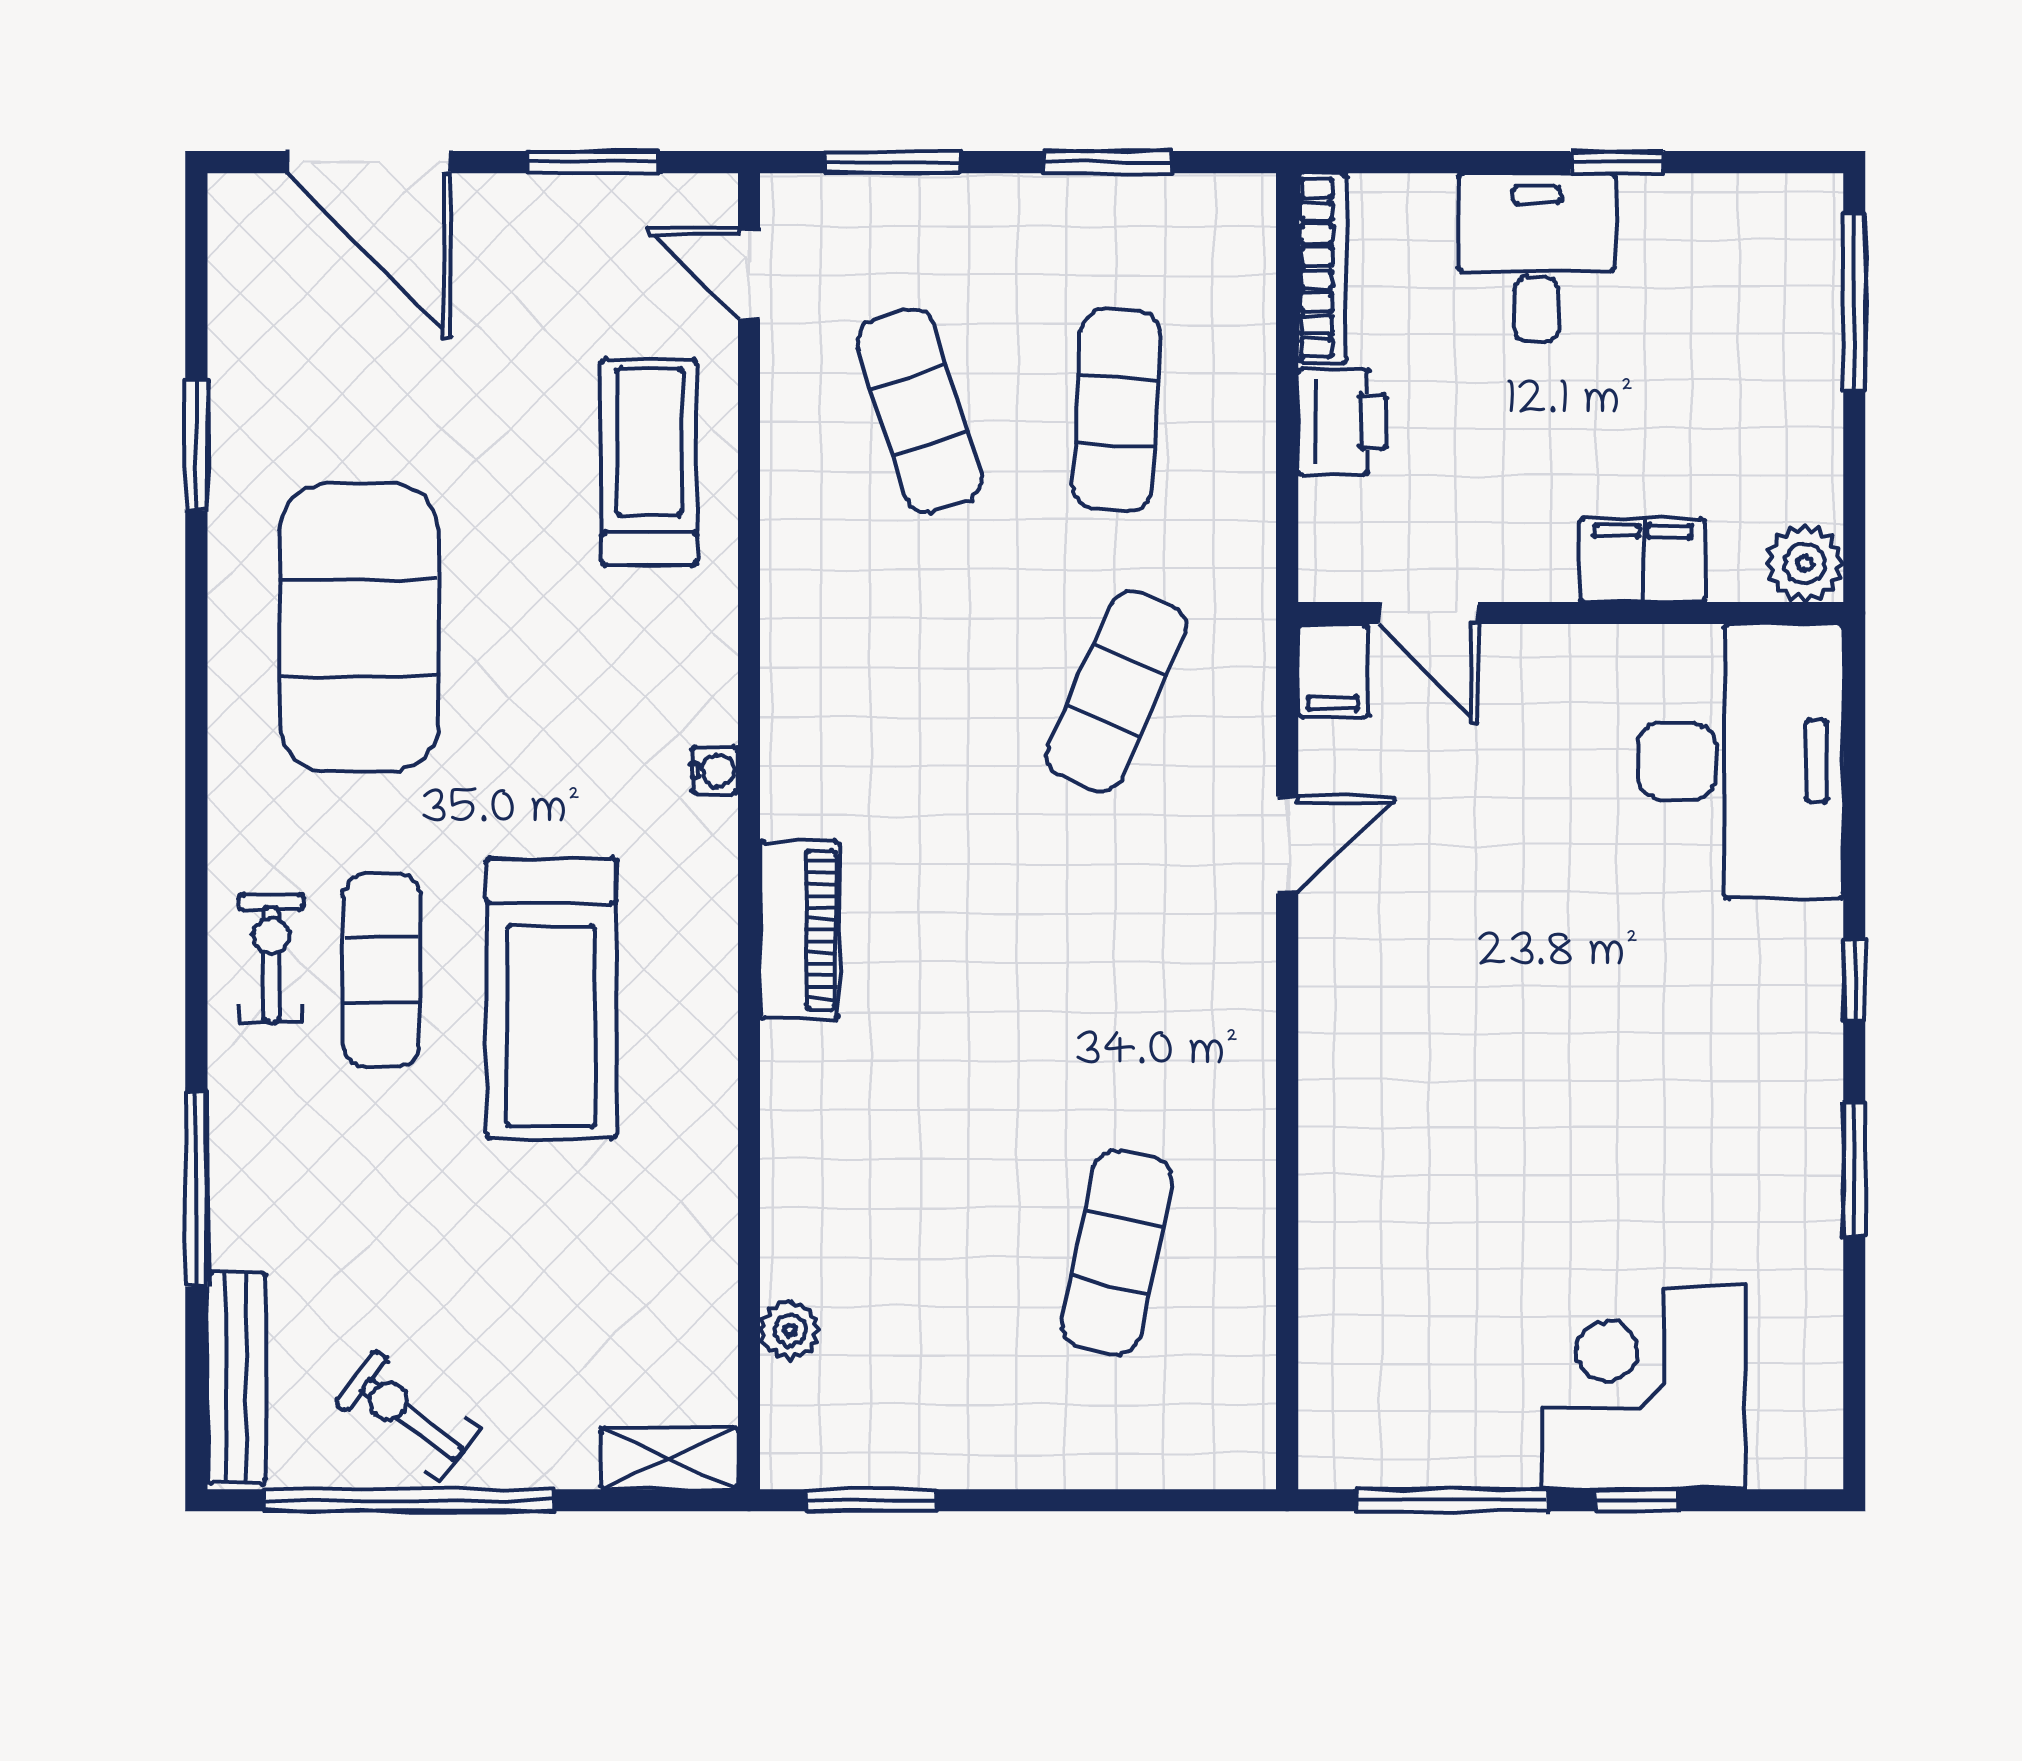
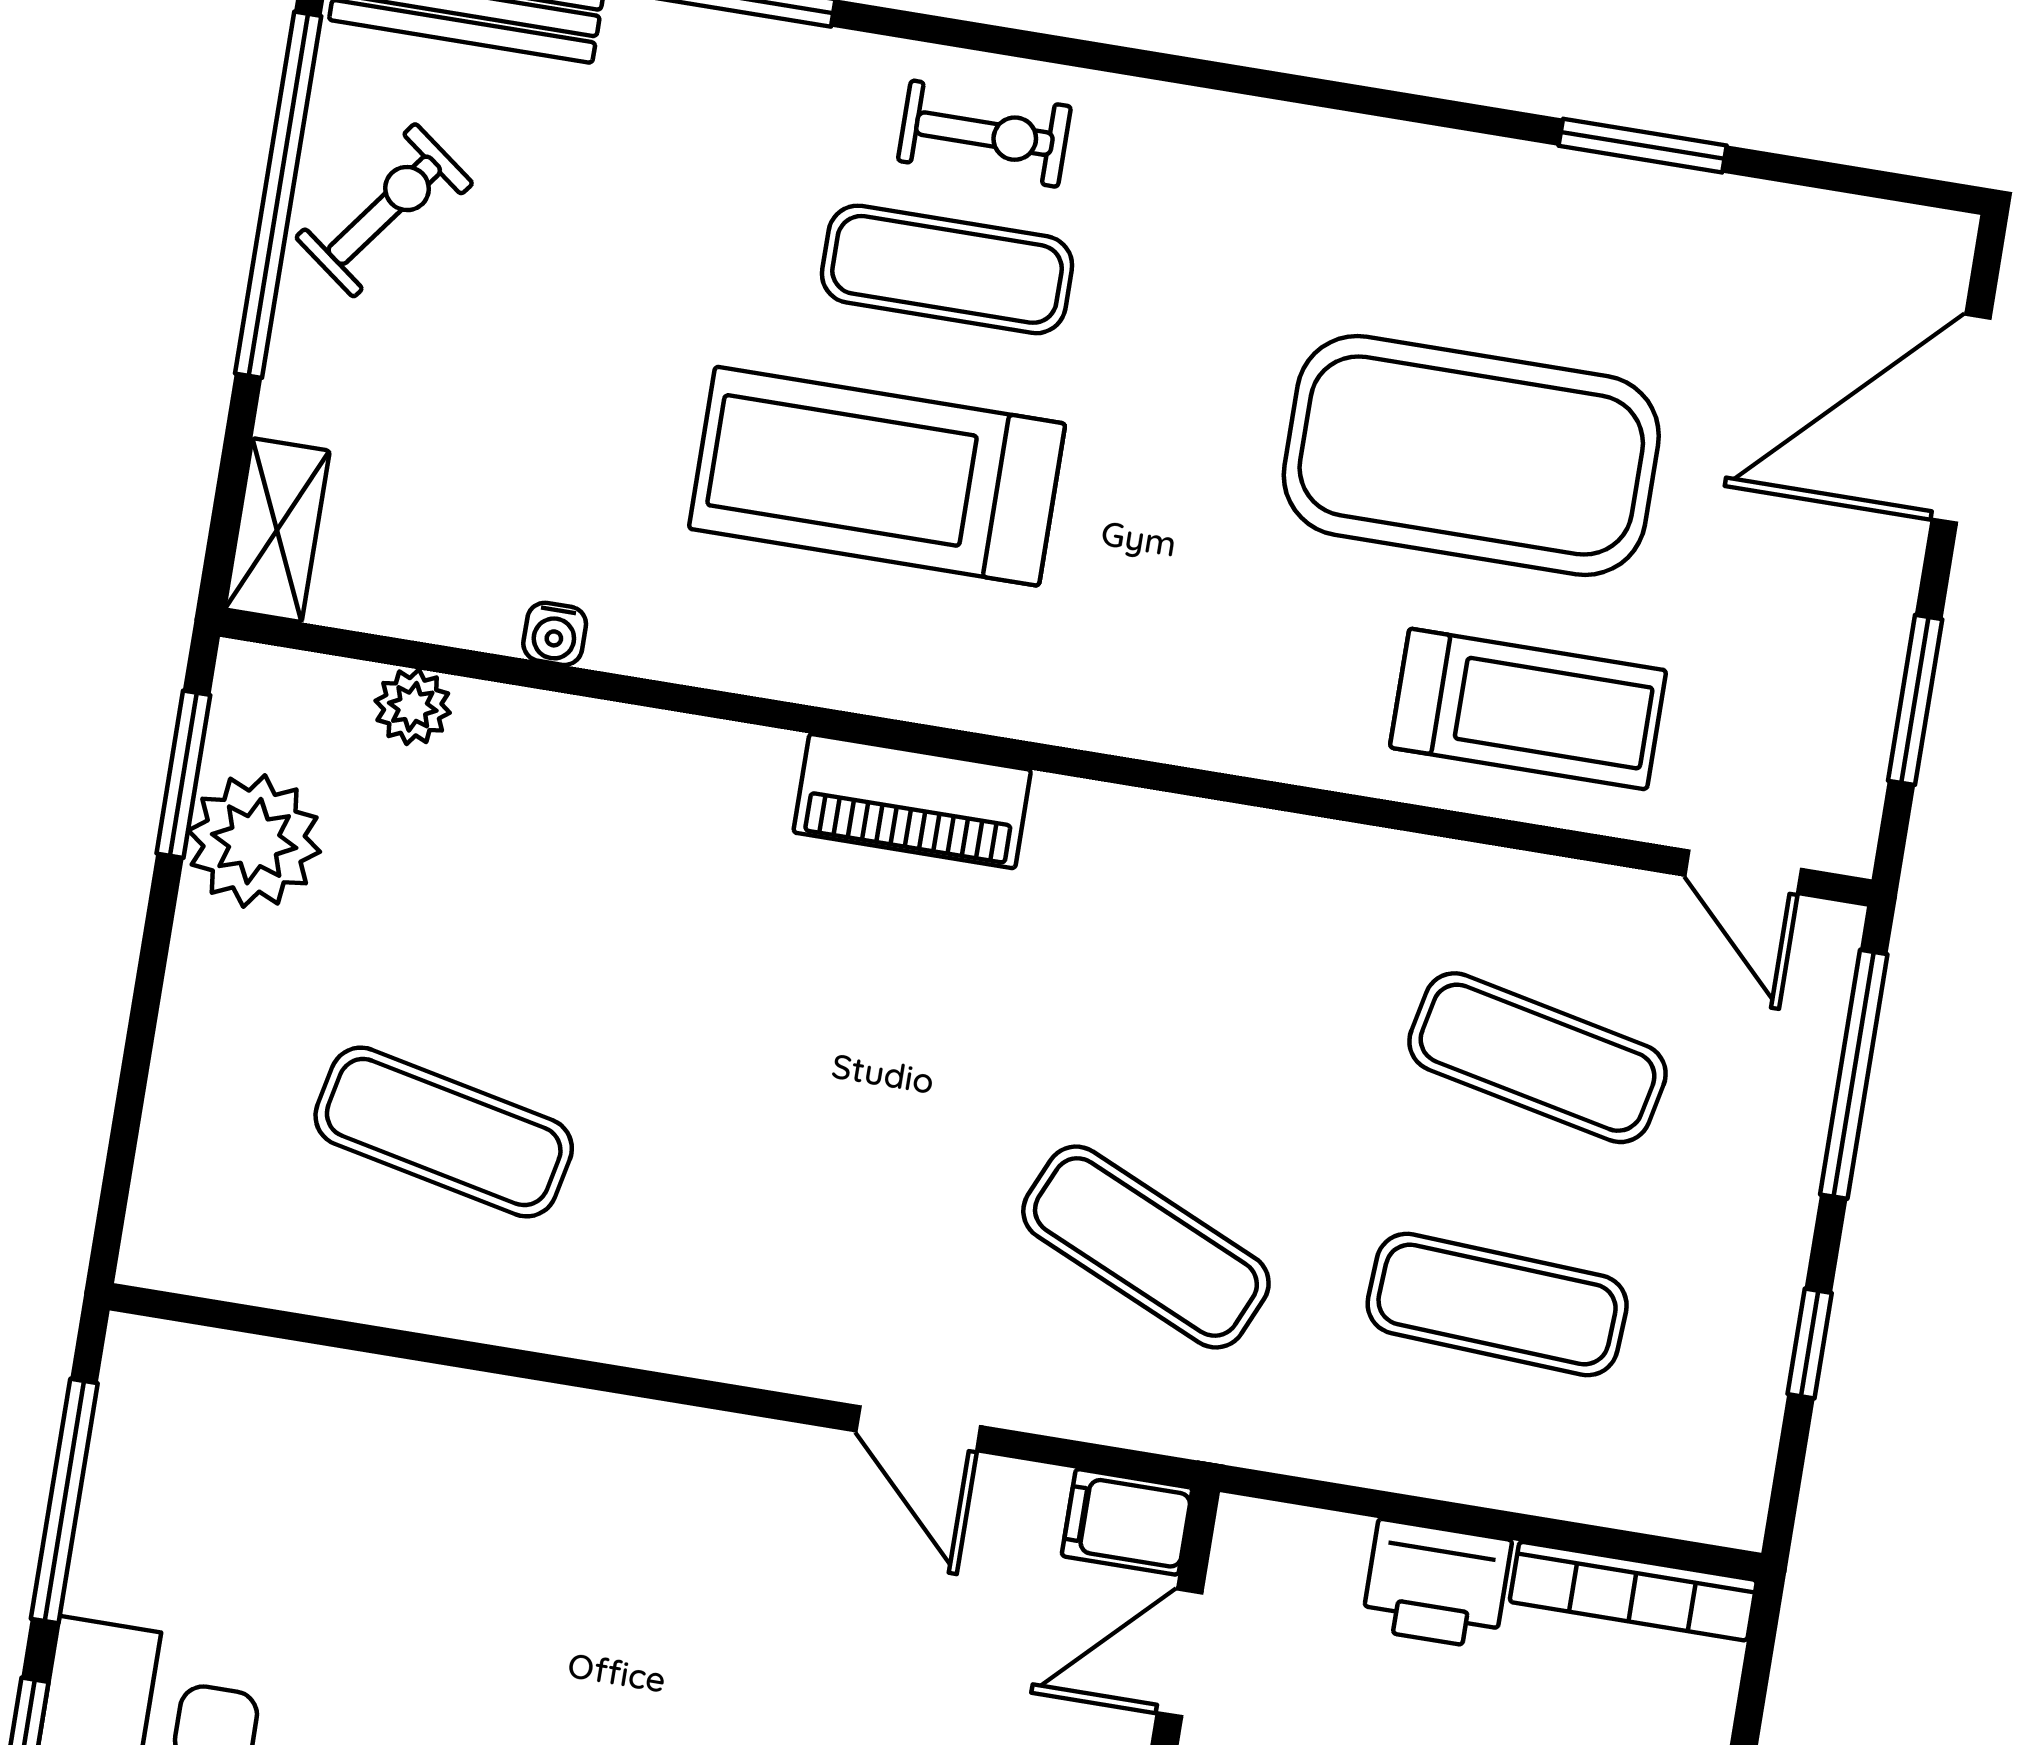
window: (892, 162) -> (1854, 1074), width x1.44
window: (1107, 162) -> (1810, 1344), width x0.67
door: (749, 274) -> (1743, 872), swing flipped
exercise mat: (919, 410) -> (1538, 1058), turned 30
exercise mat: (359, 627) -> (1471, 455), moved
water cooler: (715, 771) -> (555, 634), moved
plant: (914, 1437) -> (254, 841), added

